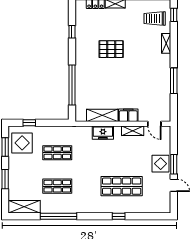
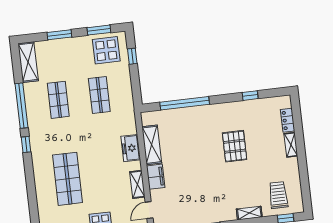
window: (119, 216) -> (26, 145), moved

